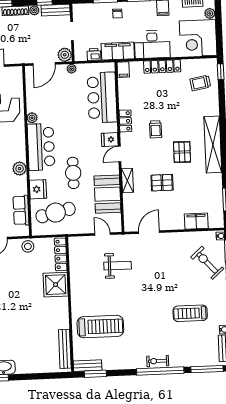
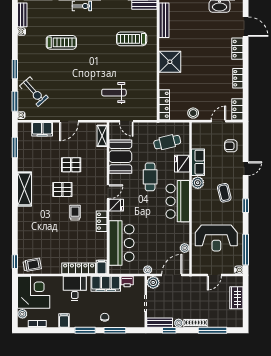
desk: (152, 44) -> (75, 288), width x0.73
locker: (162, 66) -> (79, 268), moved
trolley: (200, 83) -> (32, 265), moved
plant: (32, 118) -> (185, 248), moved
shelving: (213, 144) -> (25, 189), width x0.68
pallet: (182, 152) -> (62, 189), moved, turned 90
shelving: (127, 180) -> (102, 136), moved
row of seats: (21, 210) -> (198, 162), moved
cafe table: (56, 213) -> (167, 142), width x0.73, depth x0.74
door: (149, 232) -> (69, 121), moved
shower: (56, 285) -> (170, 62), moved
treadmill: (190, 313) -> (61, 42), moved
treadmill: (100, 327) -> (132, 39), width x0.73, depth x0.73

